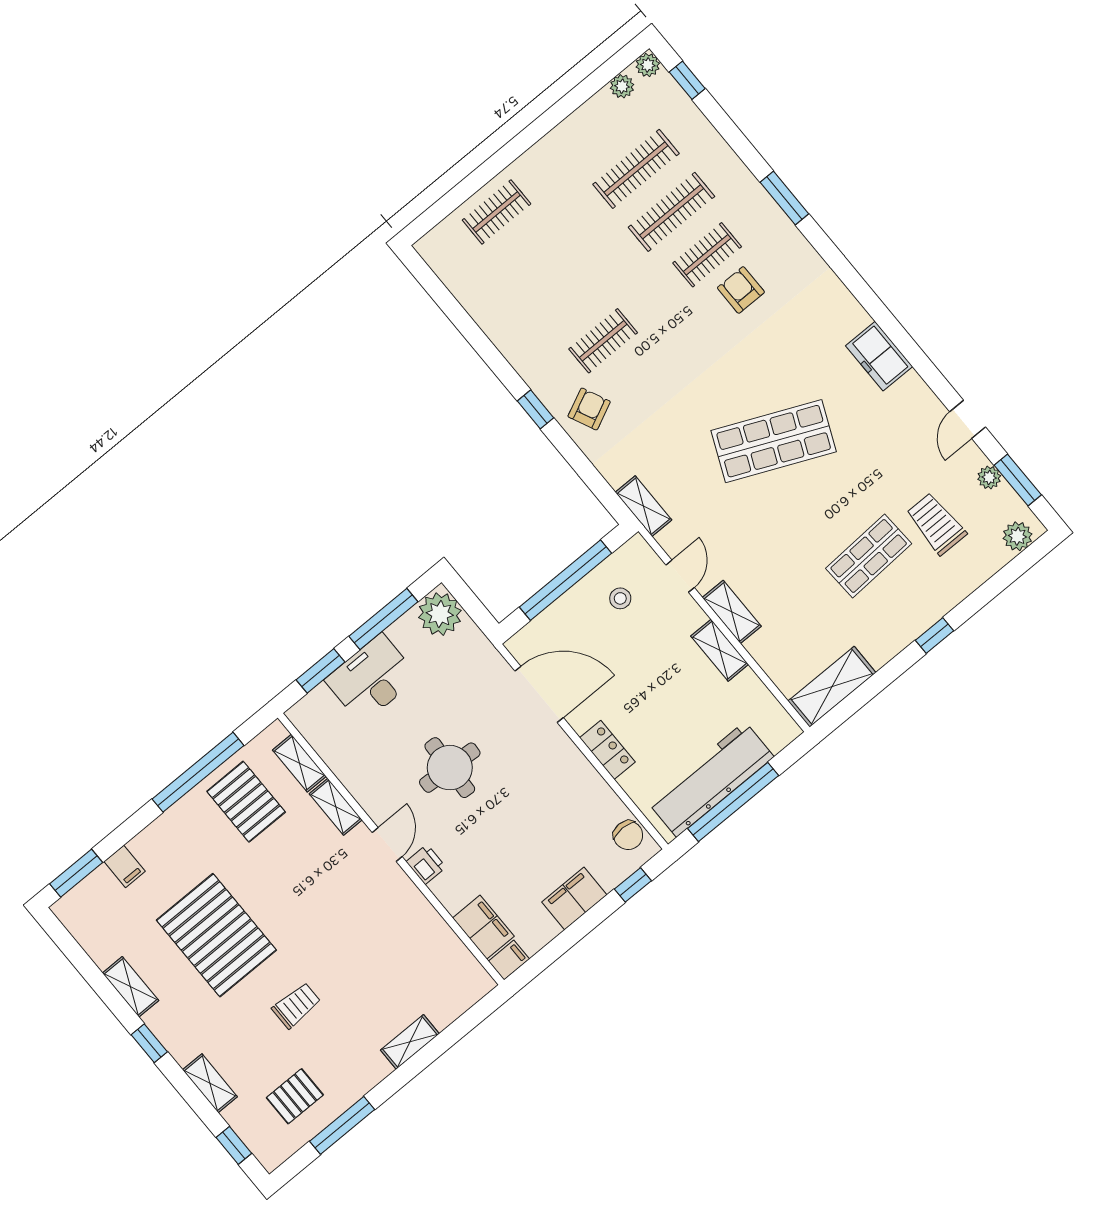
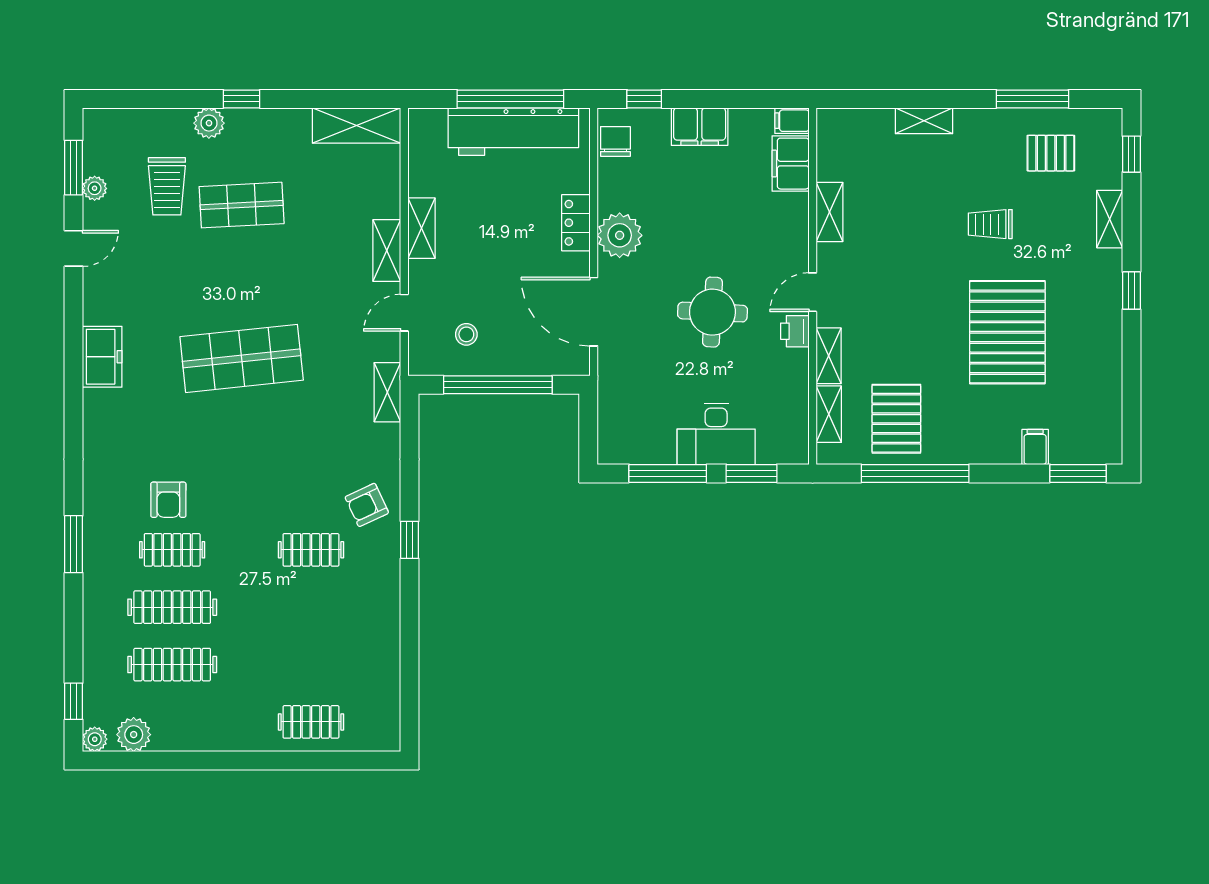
plant: (622, 86) -> (134, 735), width x1.38, depth x1.38
shop shelf: (774, 441) -> (242, 358), turned -30
plant: (1018, 536) -> (209, 123), moved
plant: (440, 614) -> (620, 235), moved
printer: (426, 864) -> (795, 331), moved
shelving: (131, 987) -> (829, 212), moved

